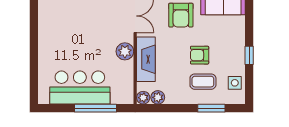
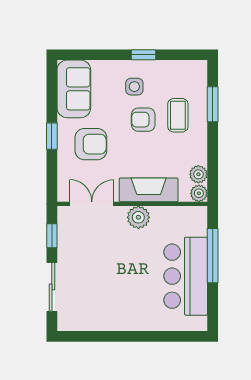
armchair: (200, 55) -> (143, 120), turned 90
side table: (235, 83) -> (134, 87), moved

